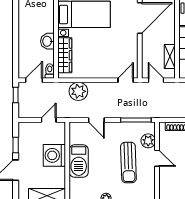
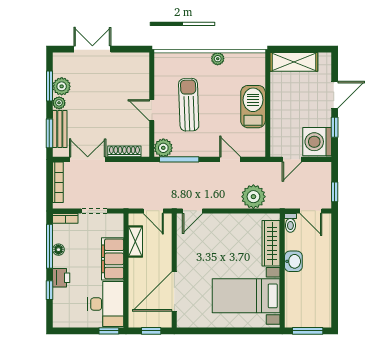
door: (34, 80) -> (311, 211), hinge flipped
plant: (148, 141) -> (163, 148), moved
washing machine: (54, 155) -> (317, 142), moved, turned 180

